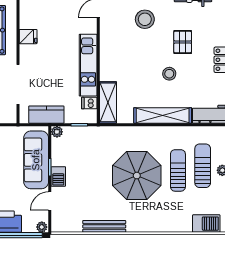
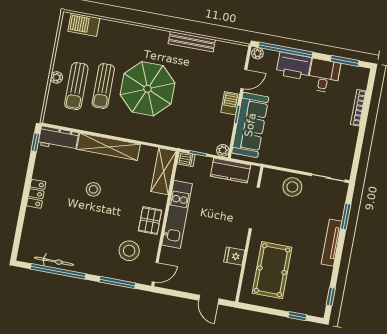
stool: (145, 19) -> (129, 251), moved
pallet: (183, 42) -> (150, 221), moved
dishwasher: (89, 103) -> (186, 159), moved

